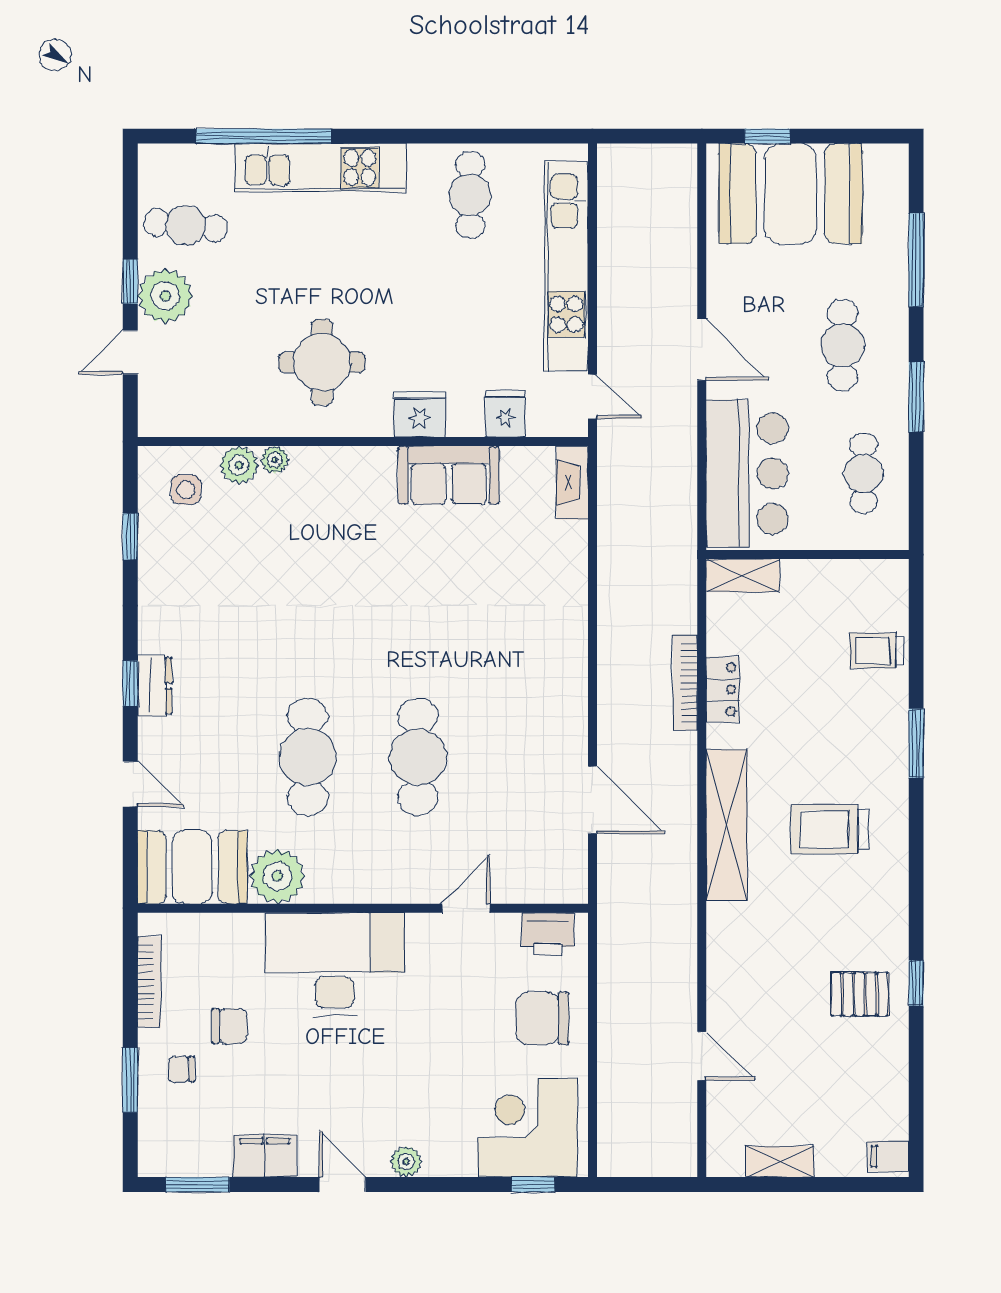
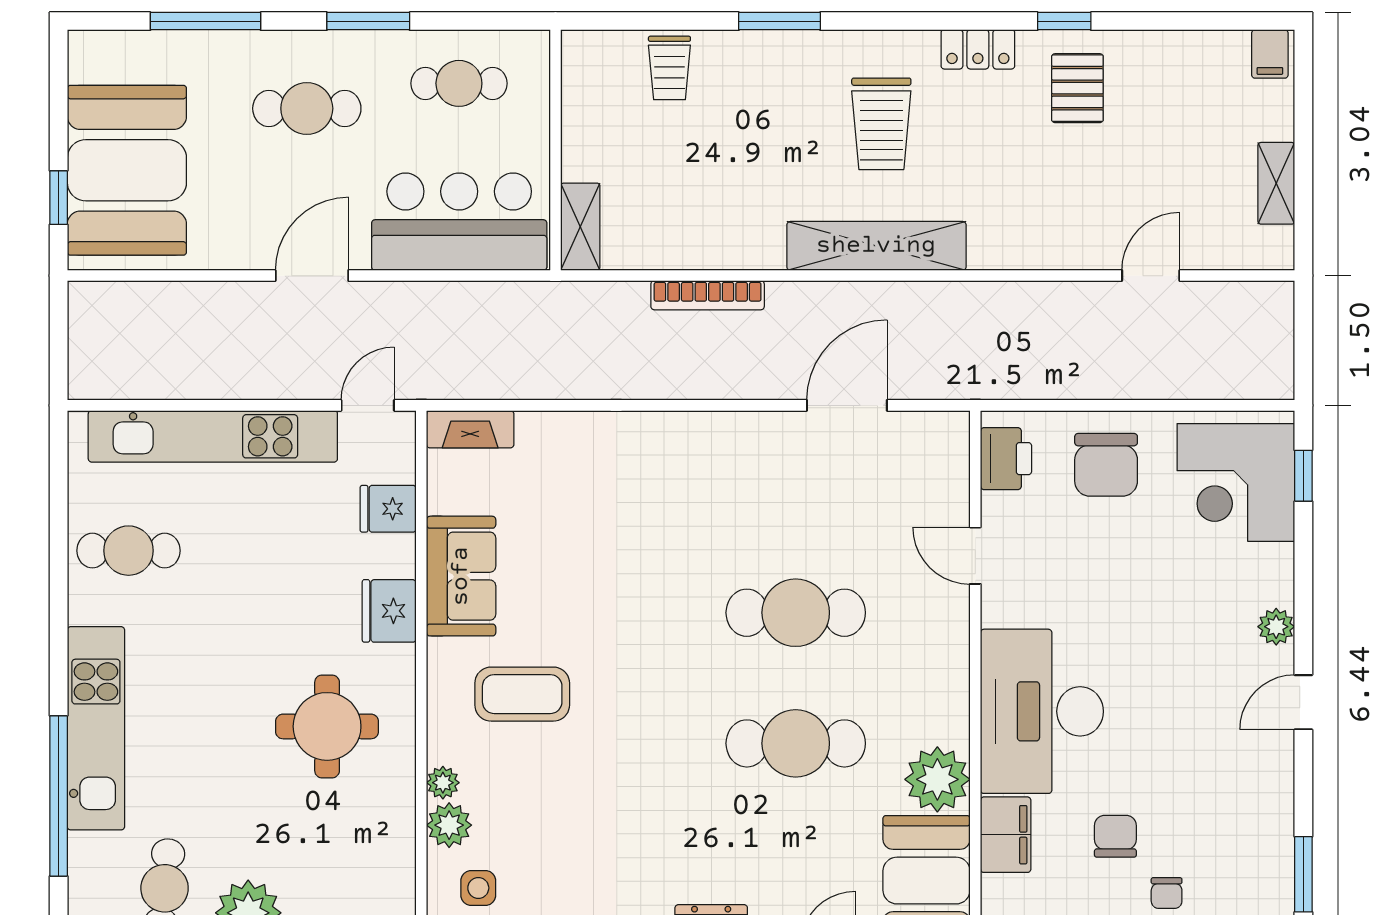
coffee table: (349, 527) -> (522, 694), added
locker: (723, 689) -> (978, 49), moved, turned 180
filing cabinet: (265, 1156) -> (1006, 835), moved, turned 180

